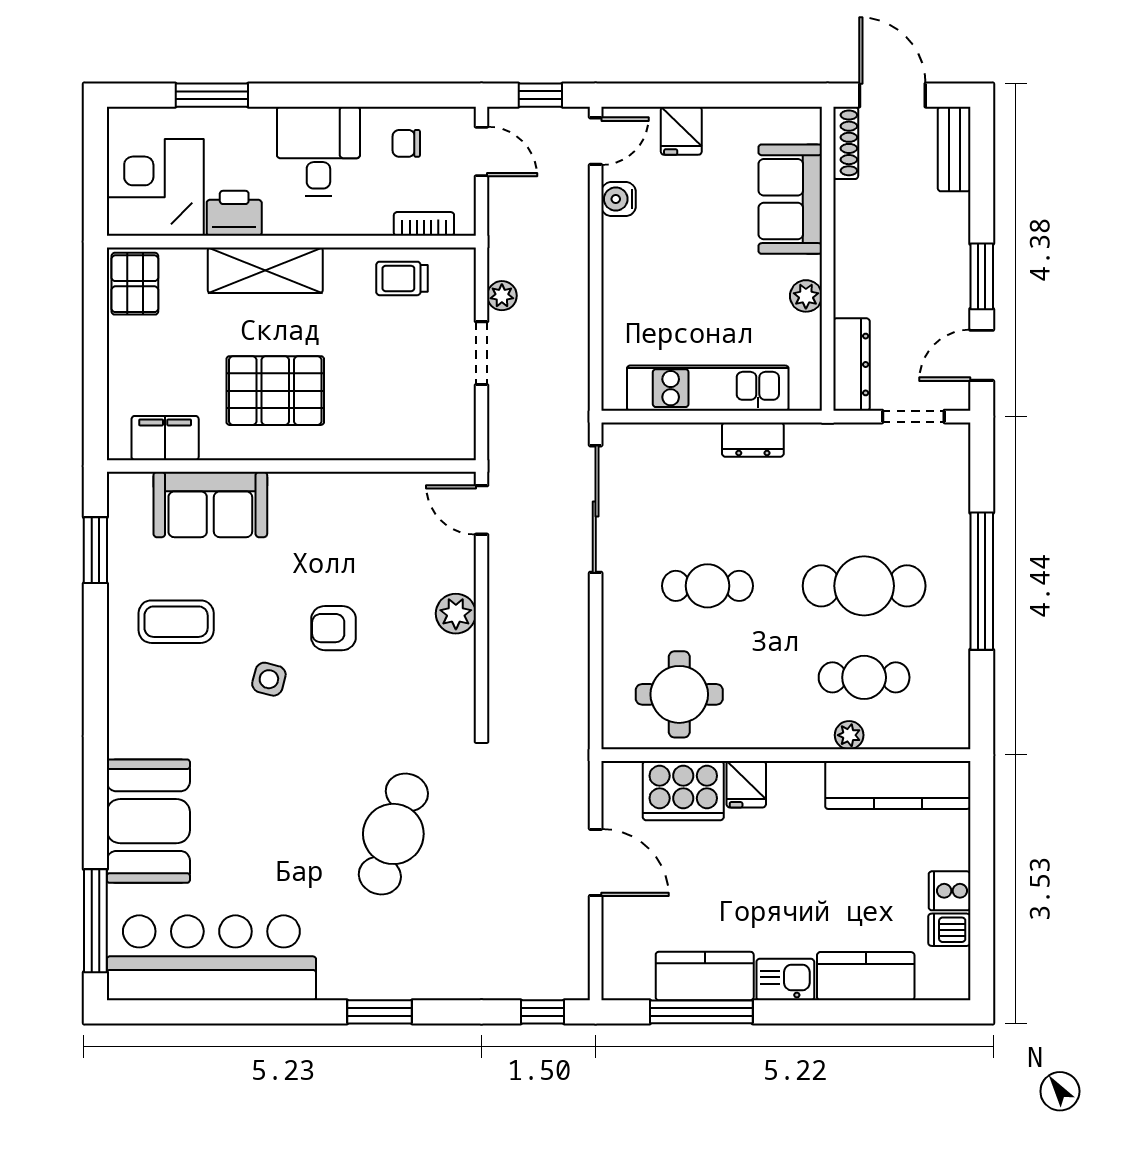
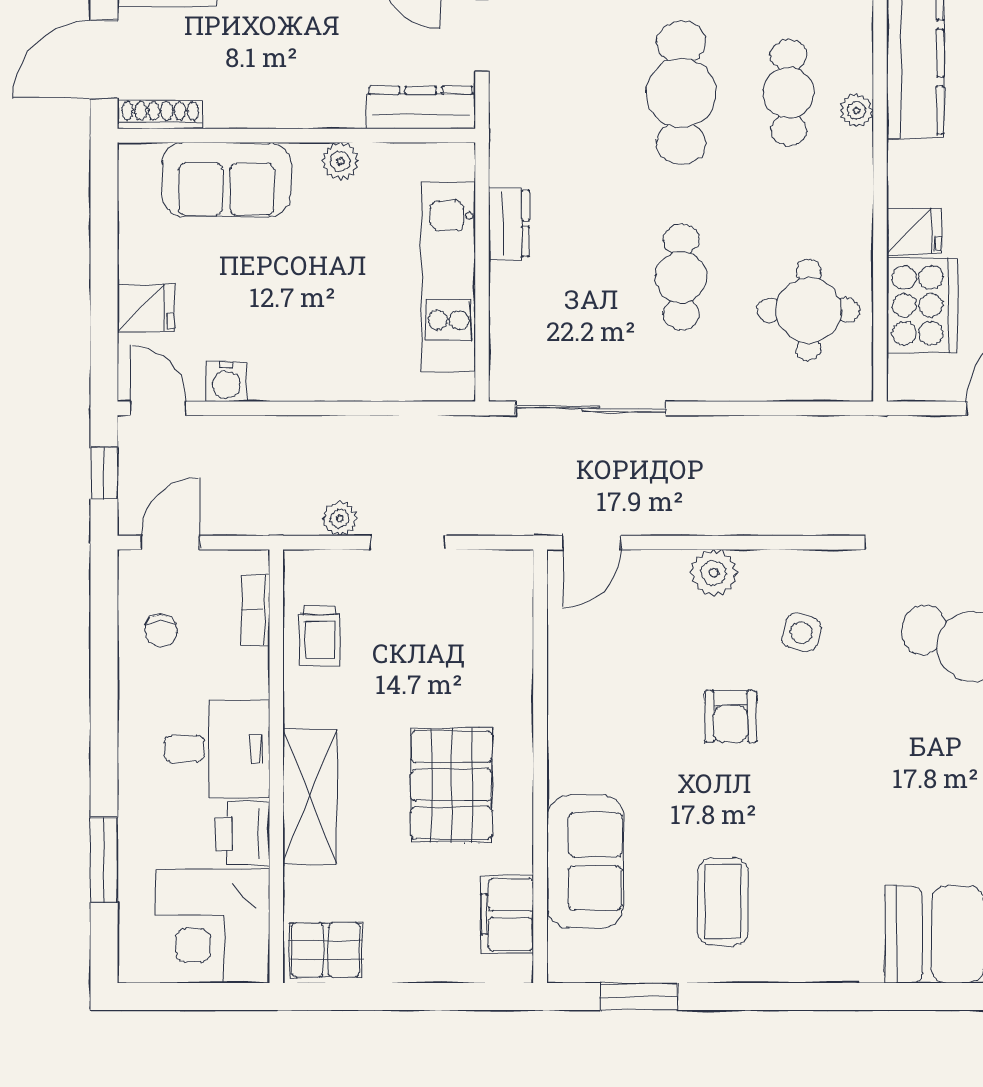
desk: (318, 151) -> (217, 749), moved, turned 180
side table: (269, 679) -> (801, 633), moved

